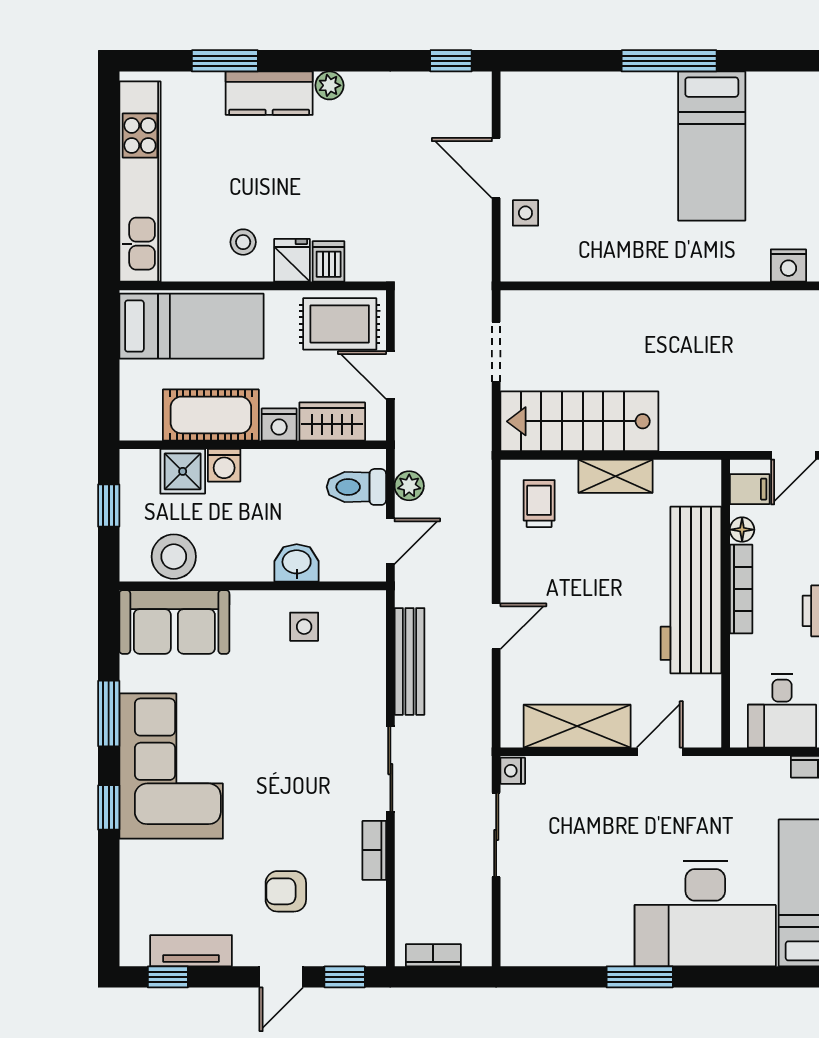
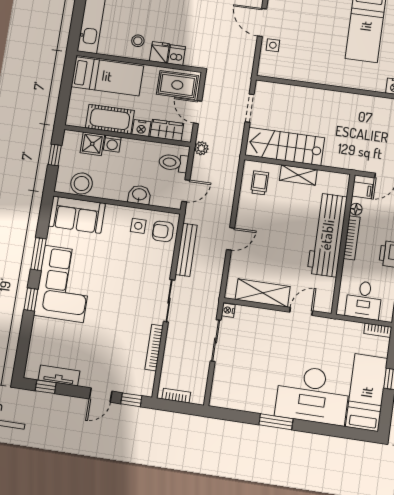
plant: (409, 486) -> (201, 148), moved
bookcase: (374, 850) -> (154, 348), width x1.56
armchair: (286, 891) -> (163, 231), moved

